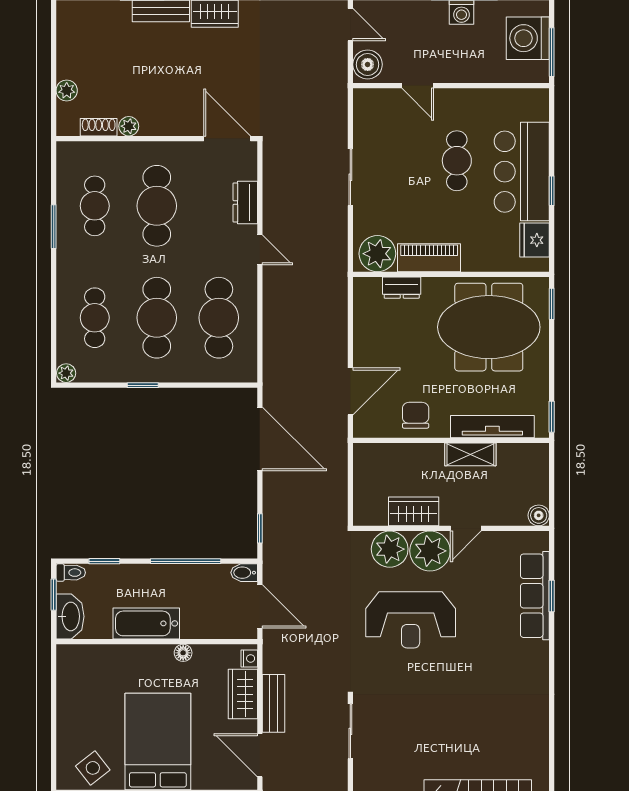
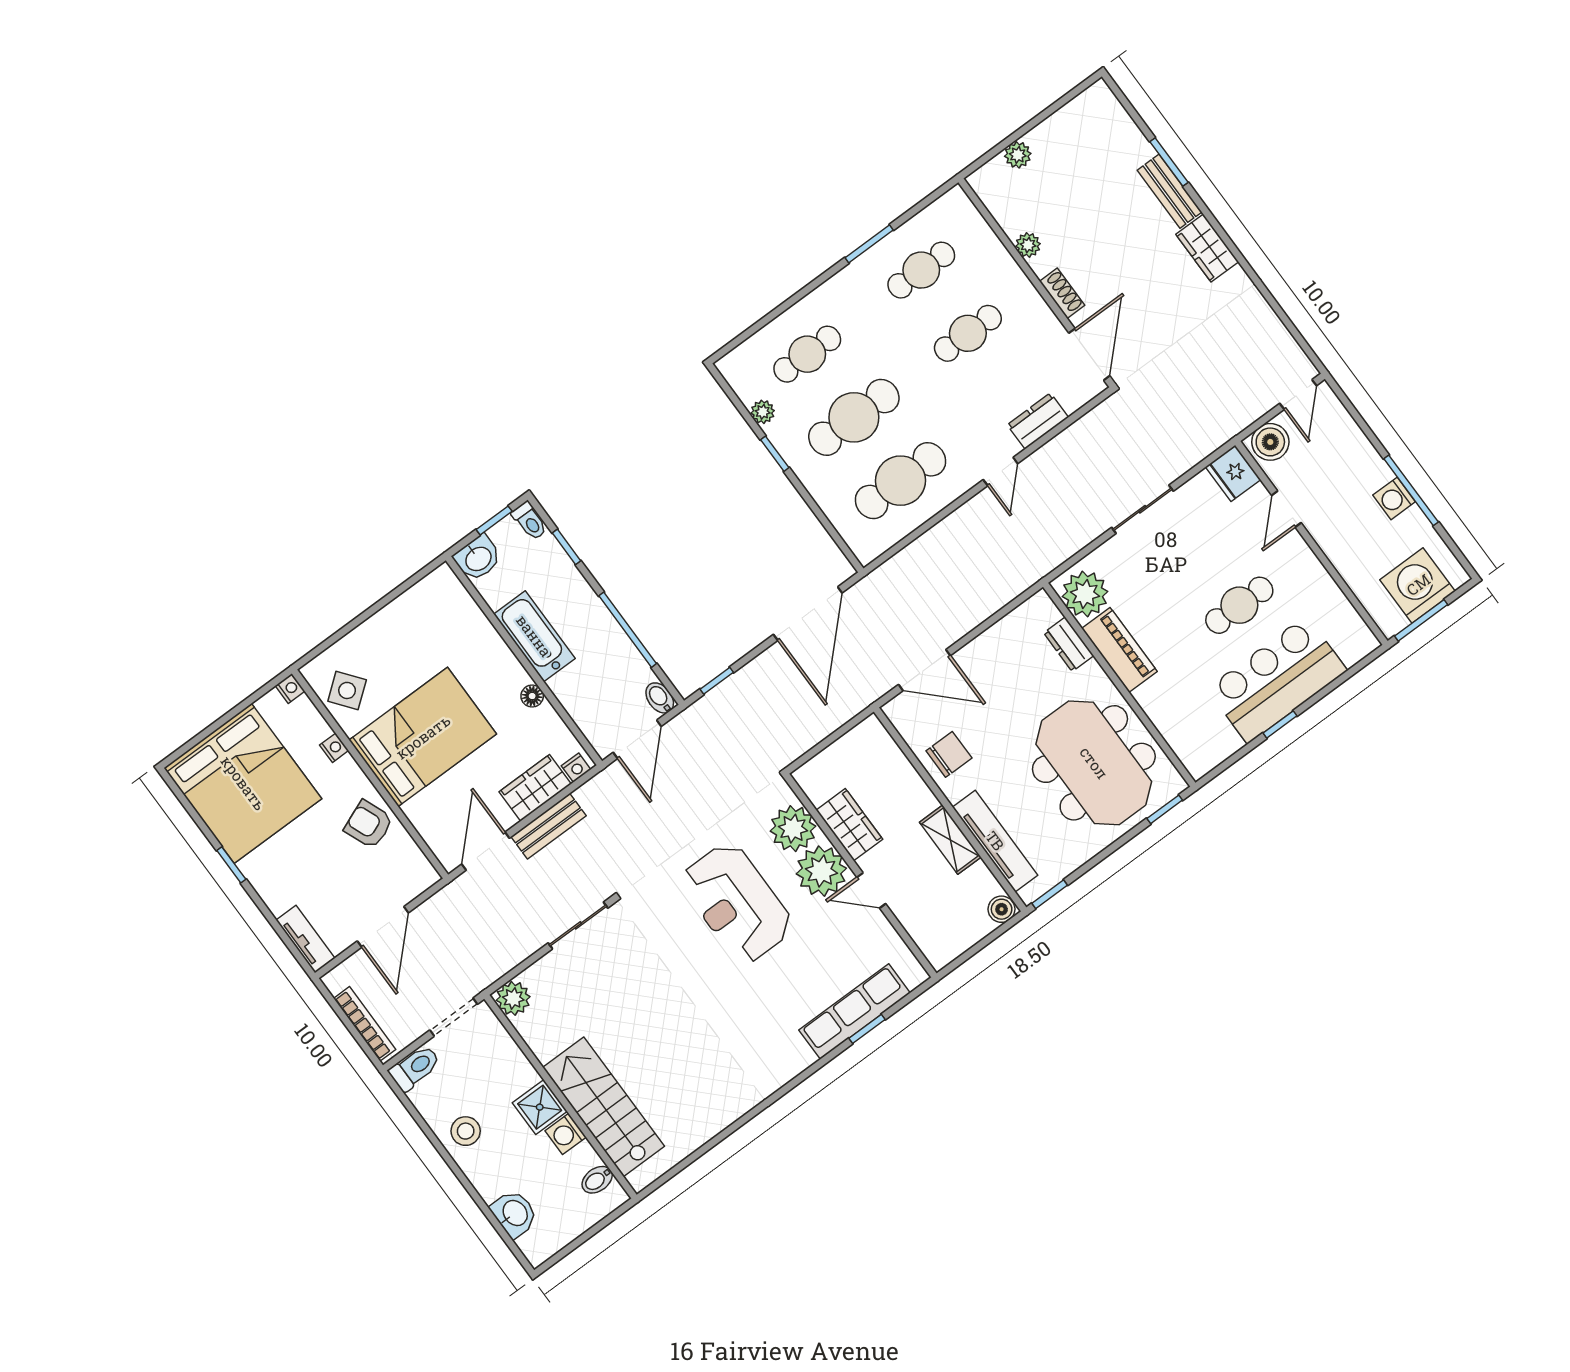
shoe rack: (99, 127) -> (1062, 293), moved
cafe table: (157, 206) -> (968, 333), width x0.73, depth x0.74
fridge: (534, 240) -> (1233, 473), moved, turned -90
plant: (66, 373) -> (763, 412), moved
boiler: (539, 515) -> (1002, 909), moved
washbasin: (70, 616) -> (478, 558), width x0.72

